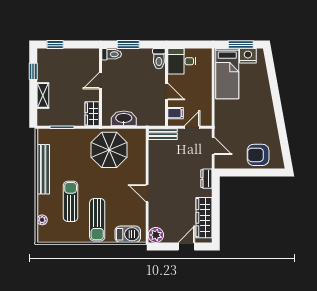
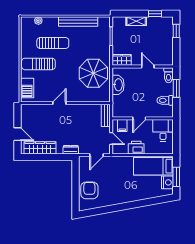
toilet: (159, 59) -> (165, 100), moved
printer: (204, 95) -> (136, 148), added
plant: (156, 235) -> (26, 110), removed

